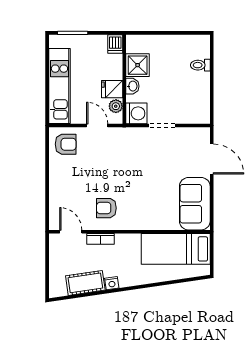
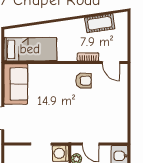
armchair: (66, 144) -> (115, 130), removed
nightstand: (112, 283) -> (79, 23), removed

